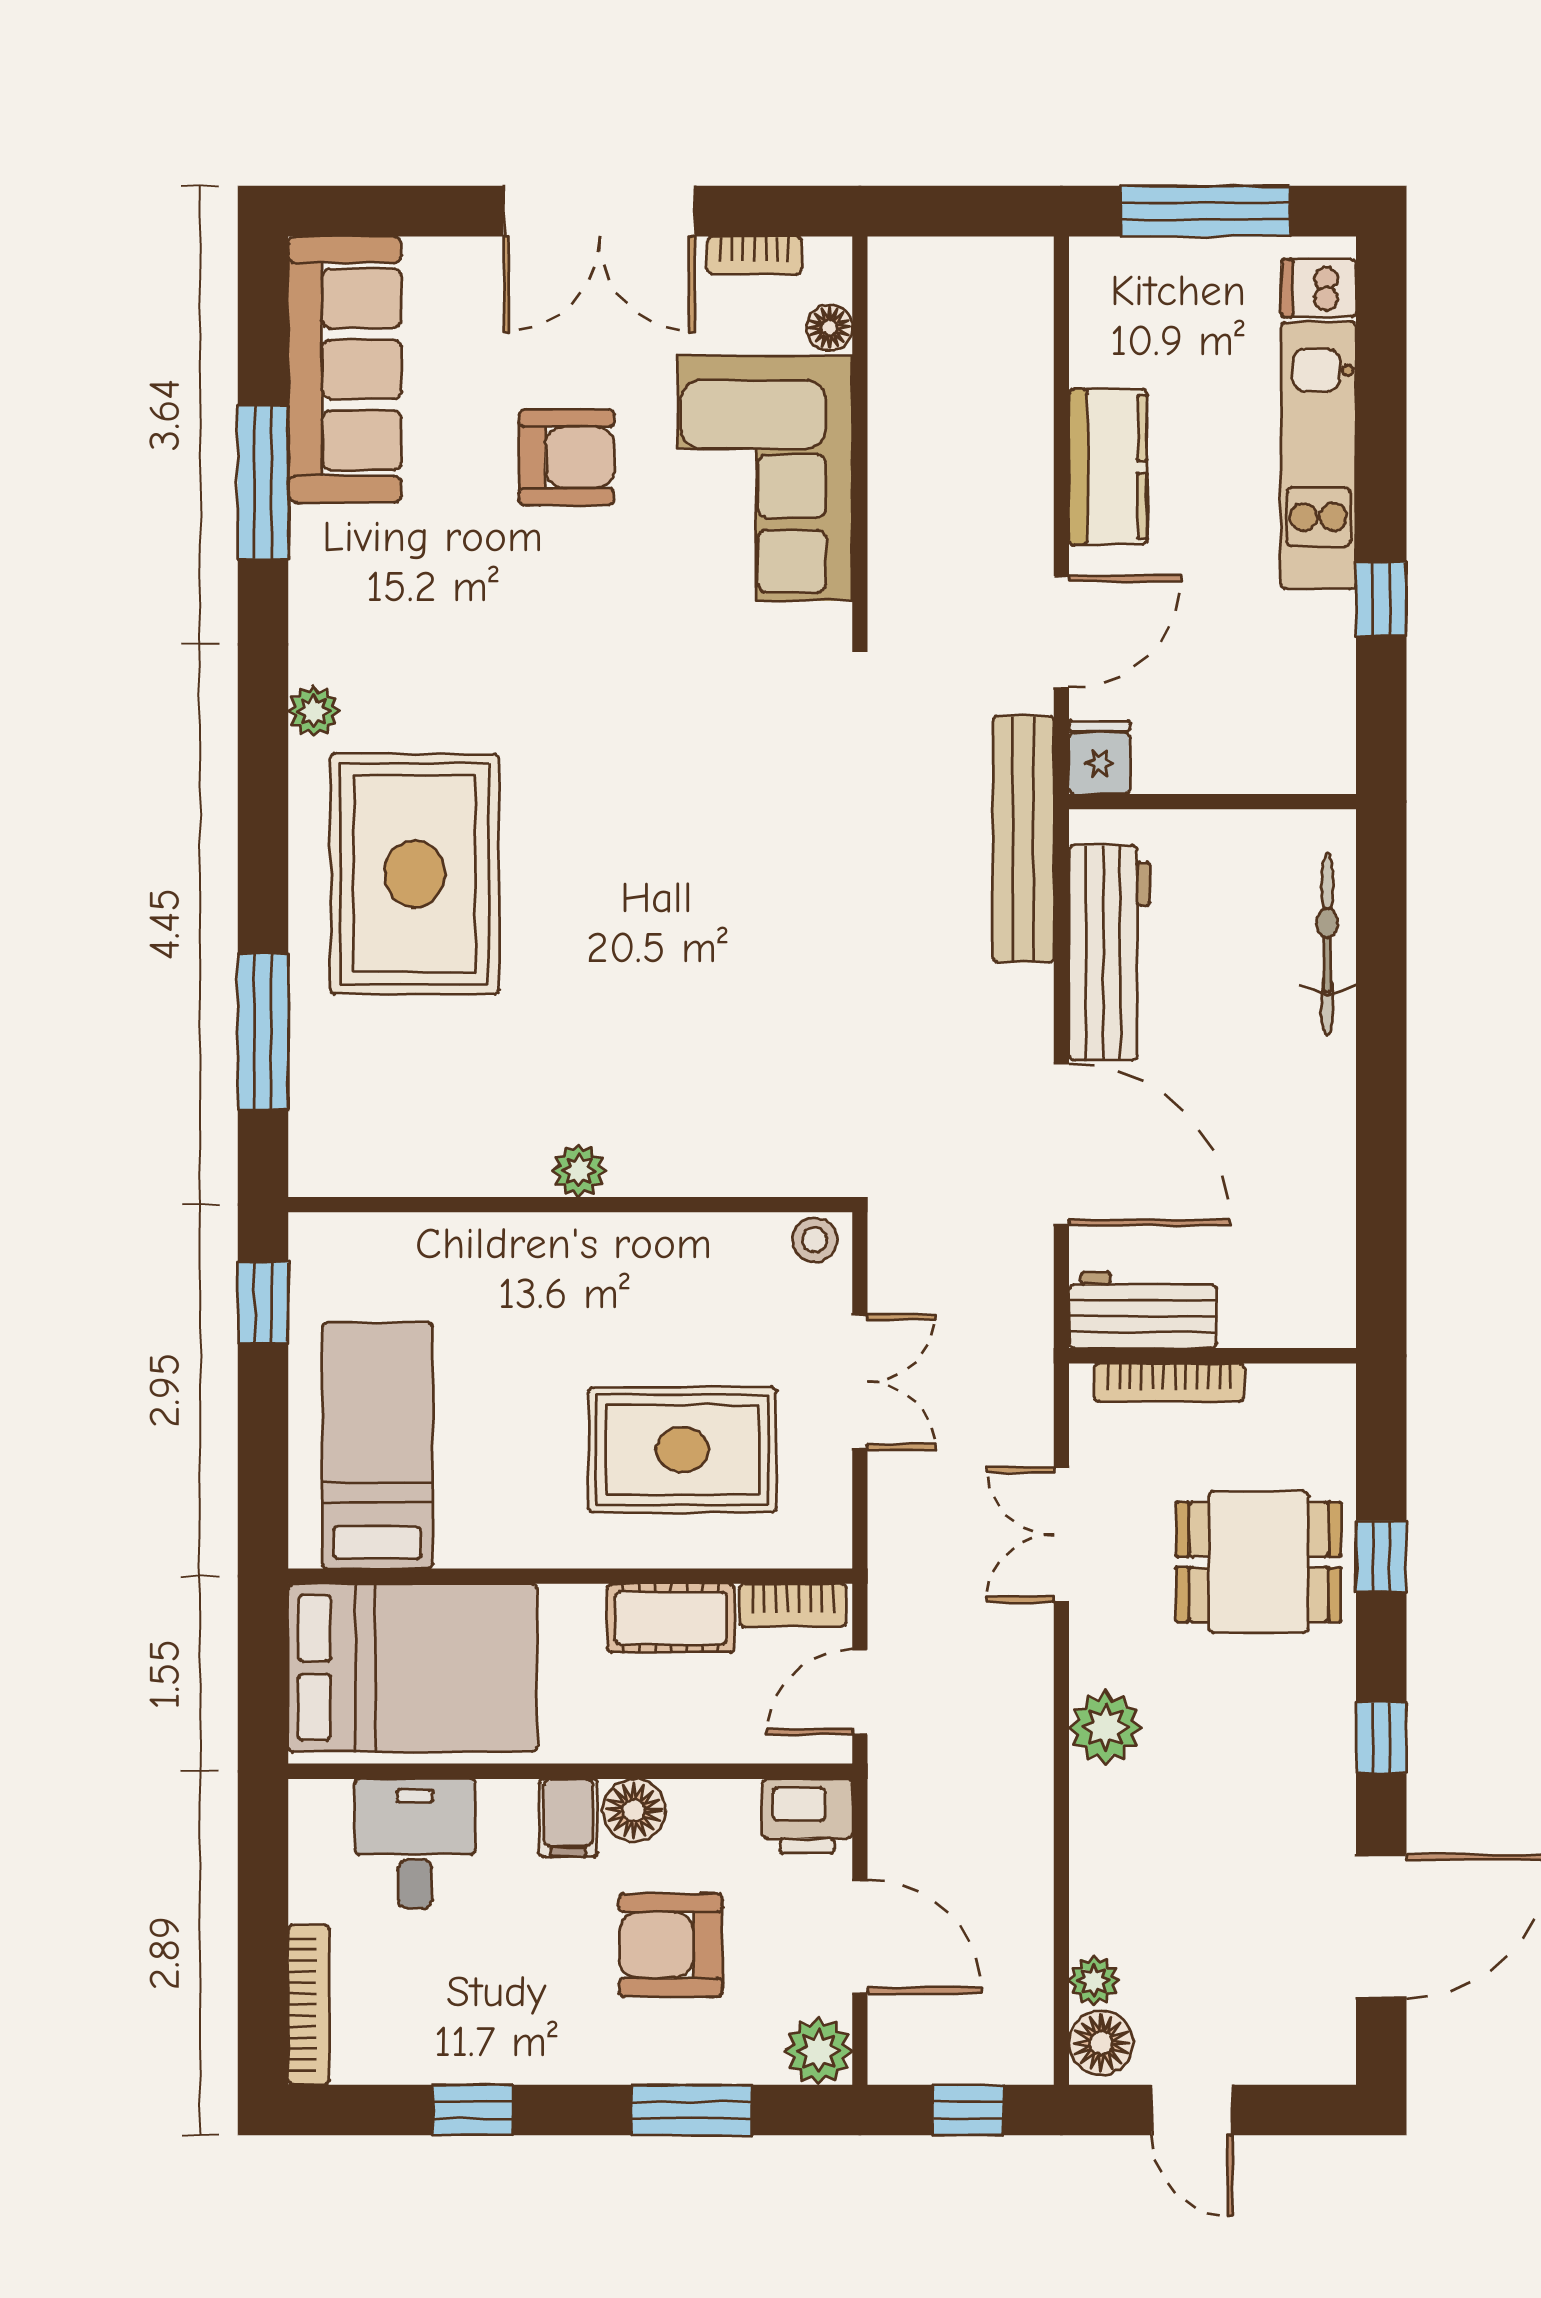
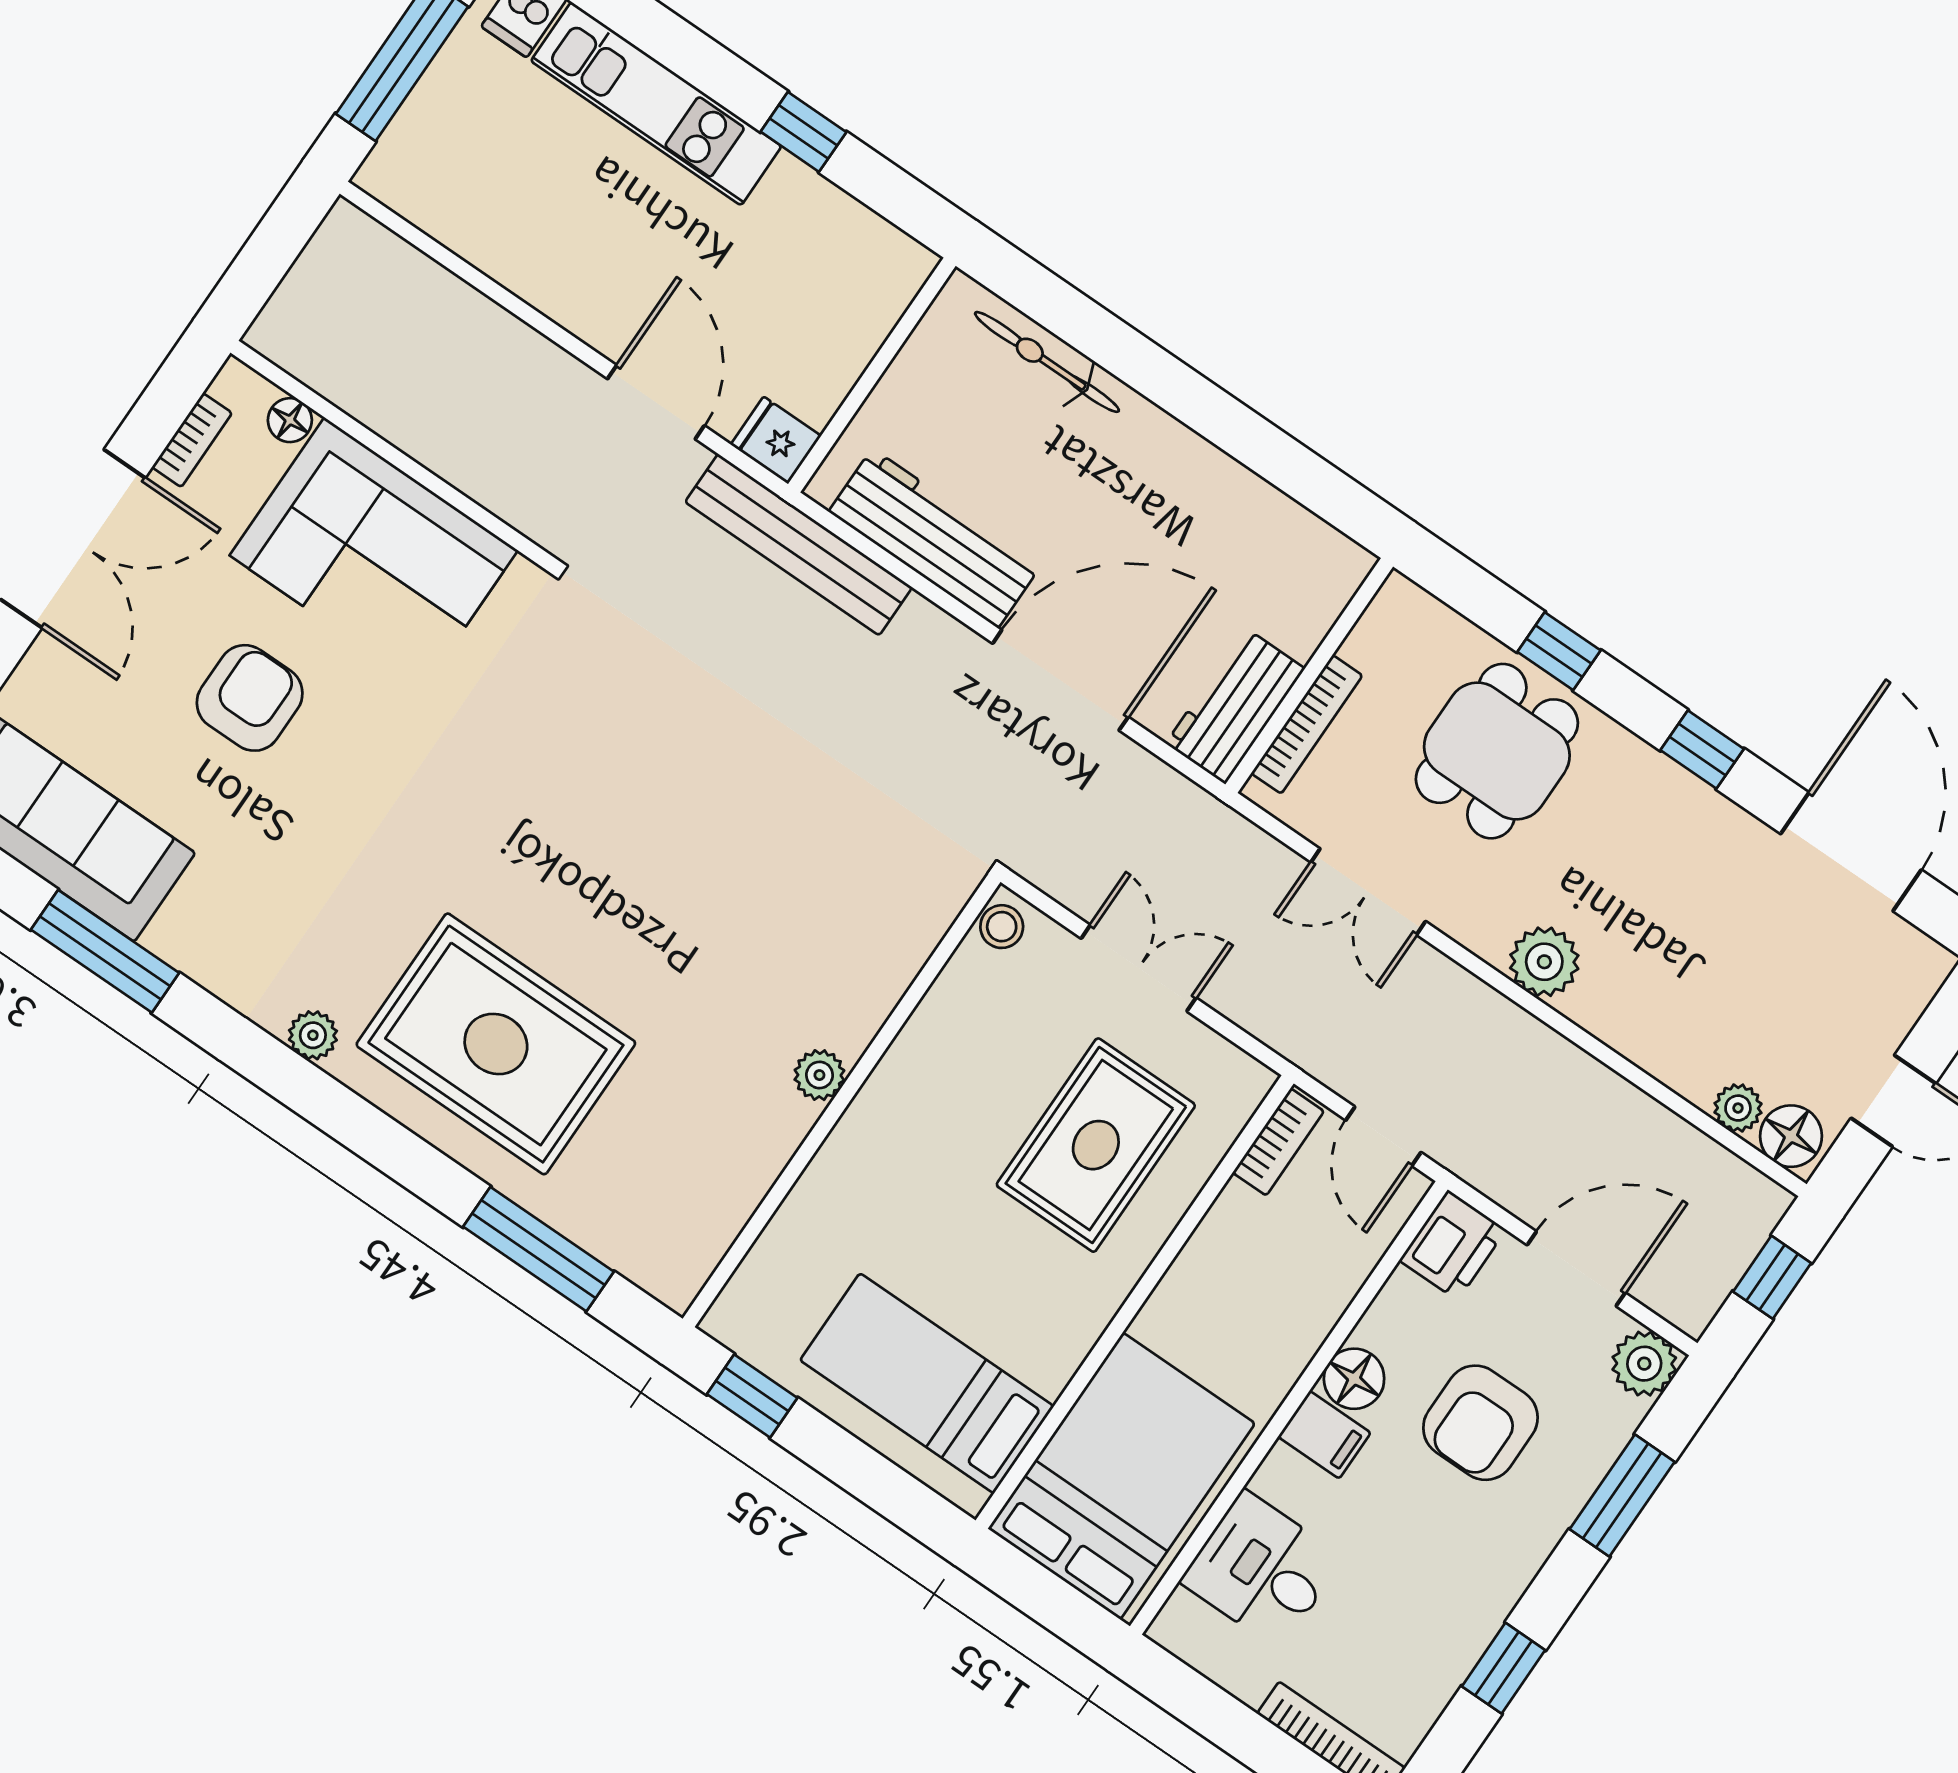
kitchen counter: (1108, 467) -> (551, 276), removed
cot: (671, 1618) -> (1222, 1245), removed

